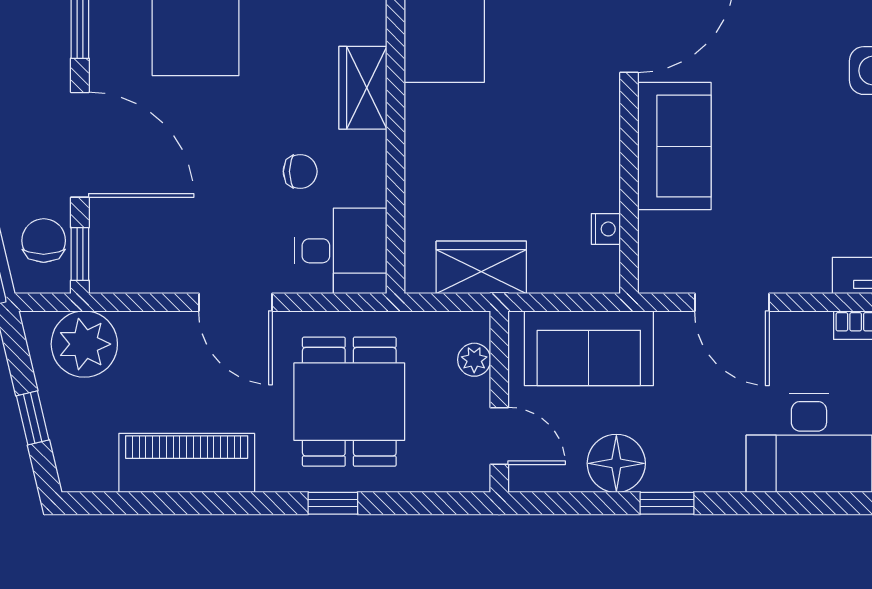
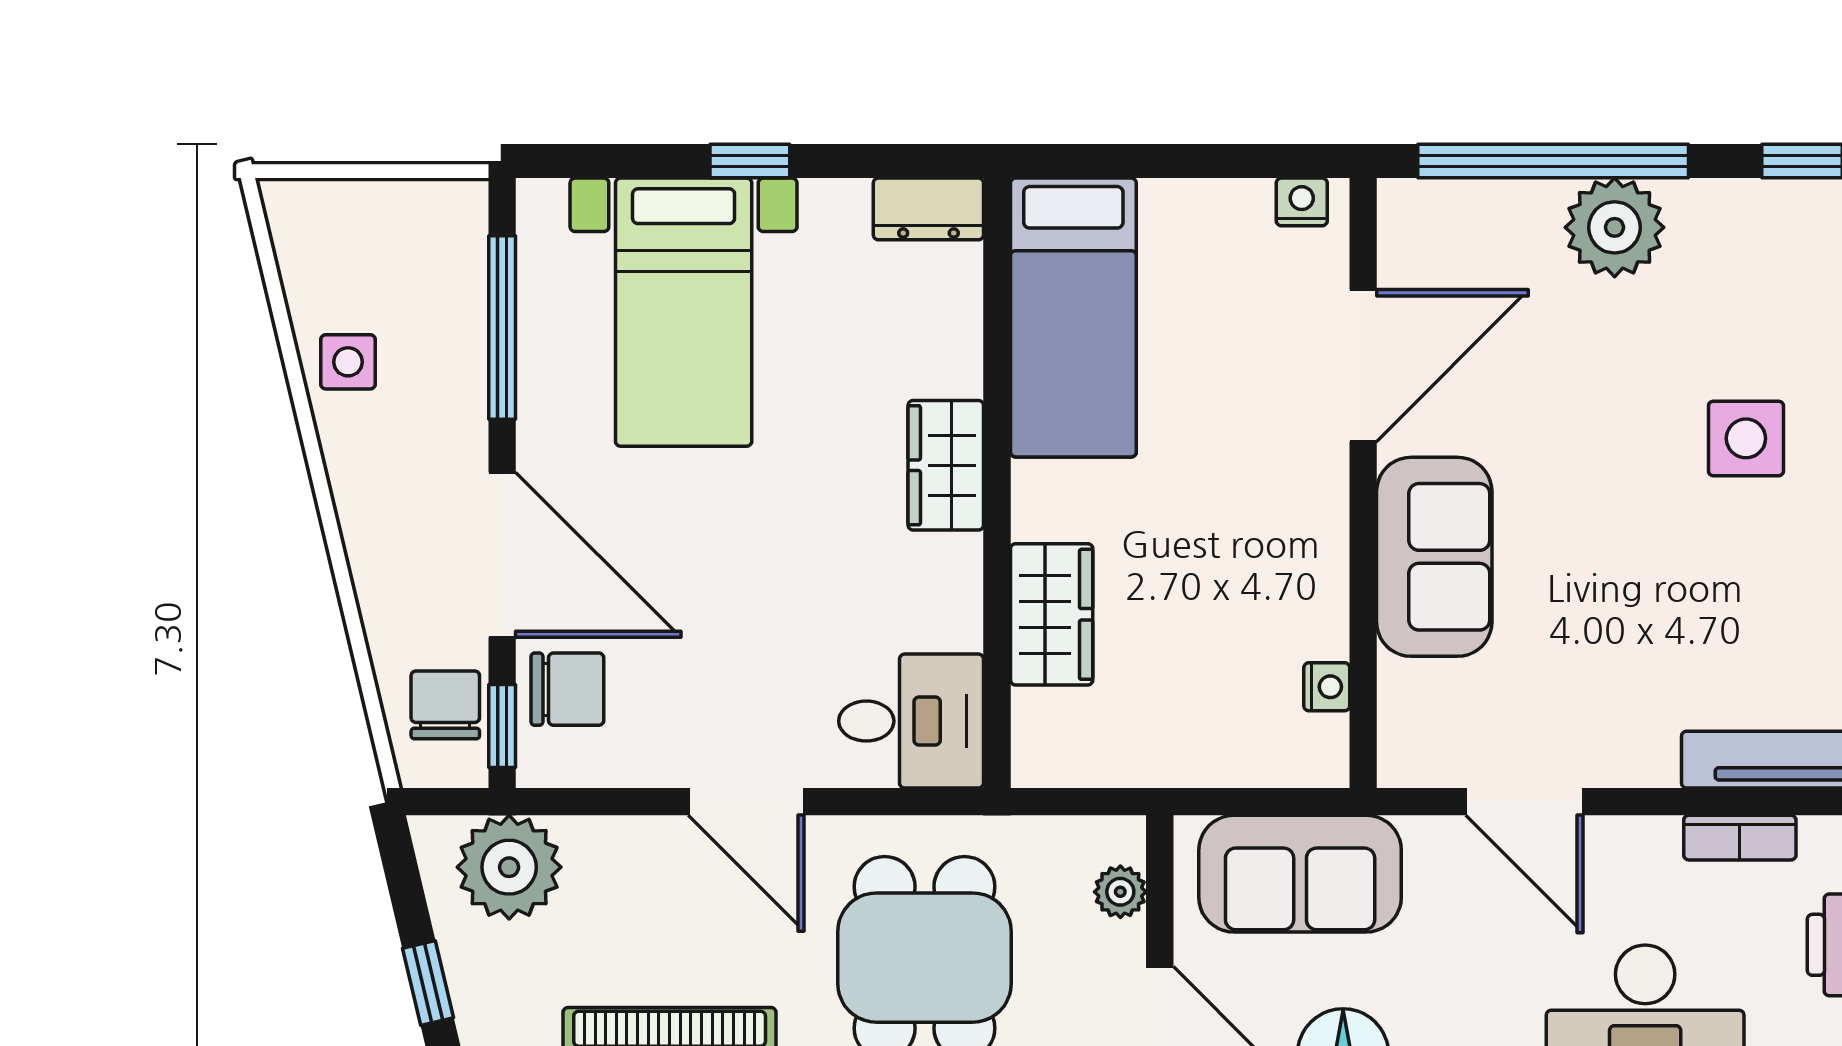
chair: (300, 171) -> (567, 689), moved, width x1.37, depth x1.37
wardrobe: (481, 267) -> (1052, 614), moved, turned 90

